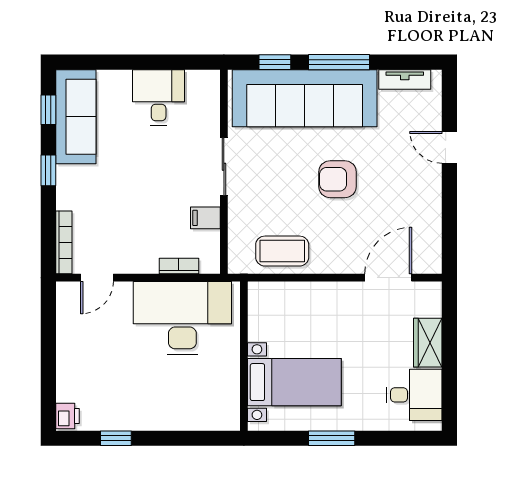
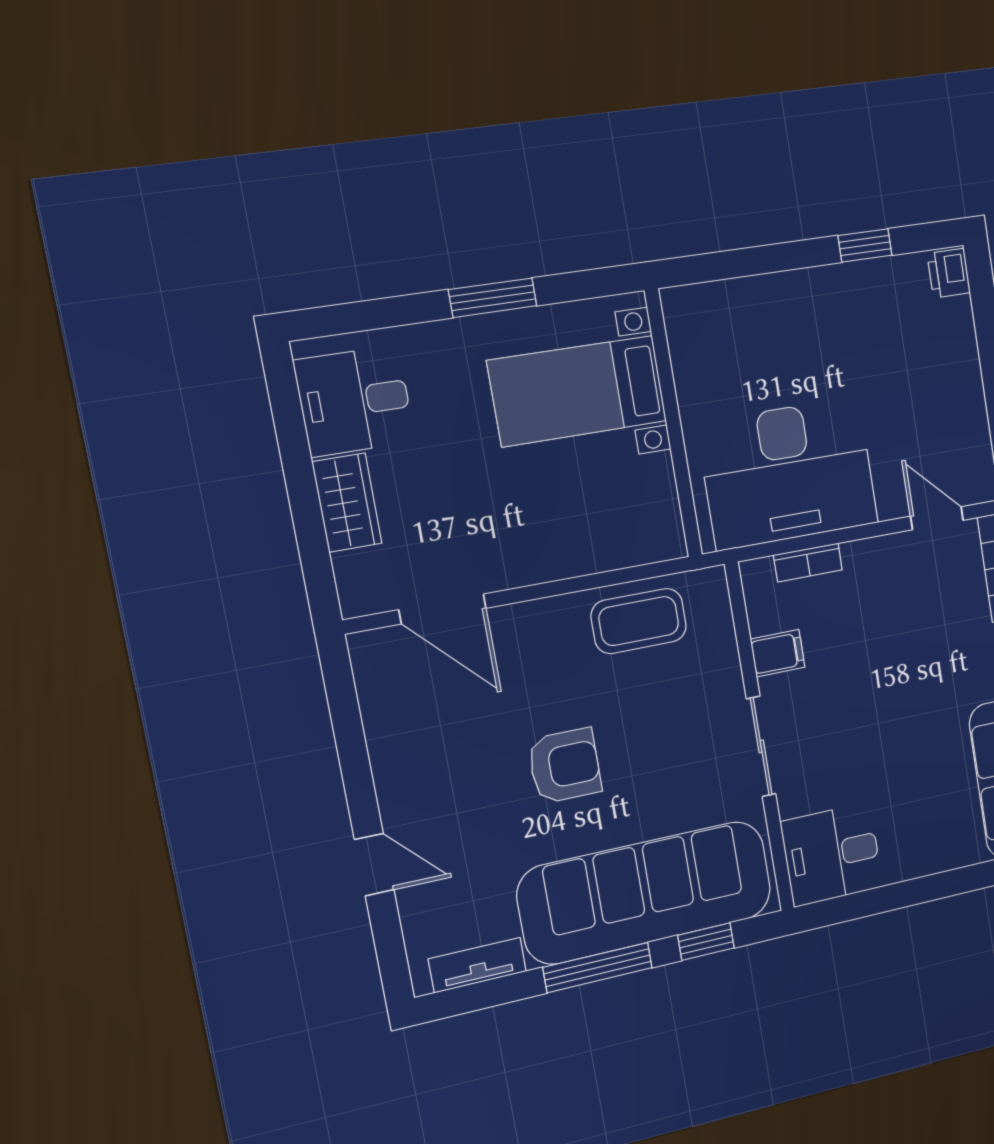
desk: (159, 97) -> (832, 854), moved, turned 90
door: (97, 278) -> (937, 518), hinge flipped
door: (388, 278) -> (443, 609), hinge flipped

